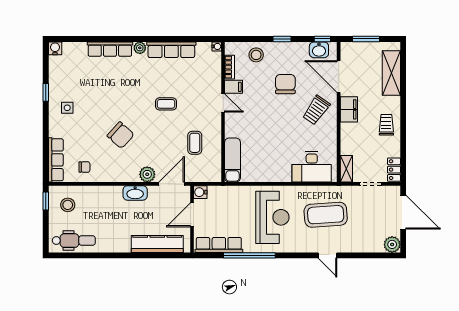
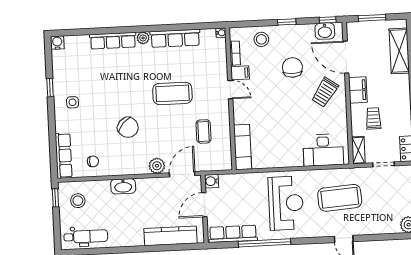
coffee table: (166, 104) -> (172, 93), width x1.86, depth x1.72
trolley: (386, 125) -> (373, 118), moved
washbasin: (135, 193) -> (123, 186), moved

